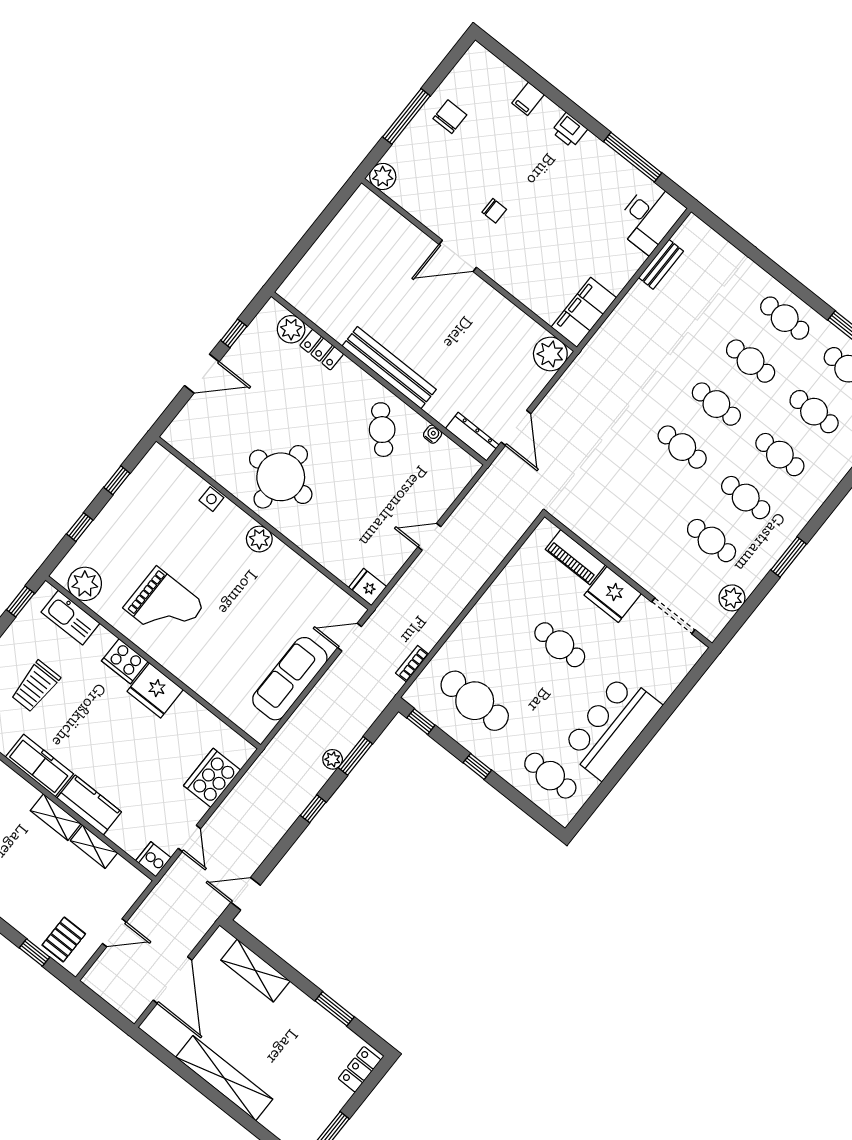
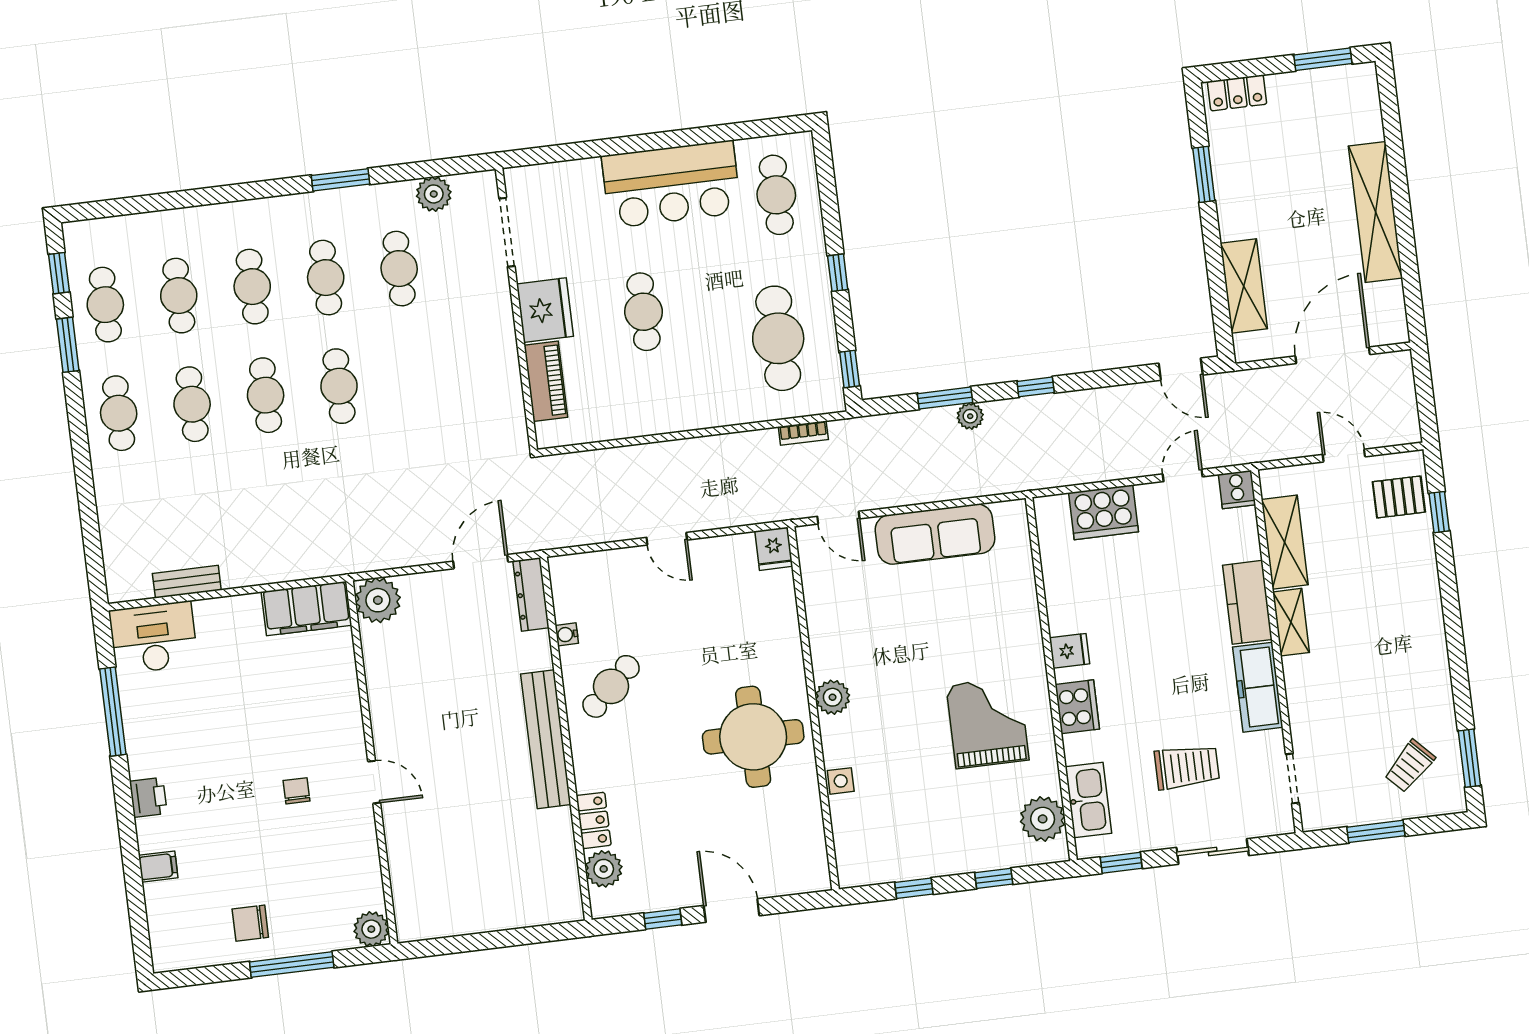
door: (458, 256) -> (374, 782), width x0.73
fridge: (155, 690) -> (1070, 651), width x0.53, depth x0.75
shelving: (94, 847) -> (1285, 542), width x1.50, depth x1.33

